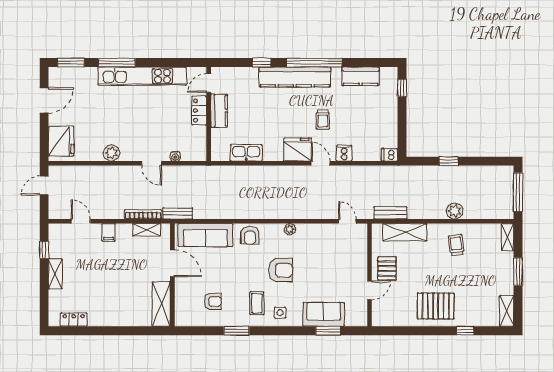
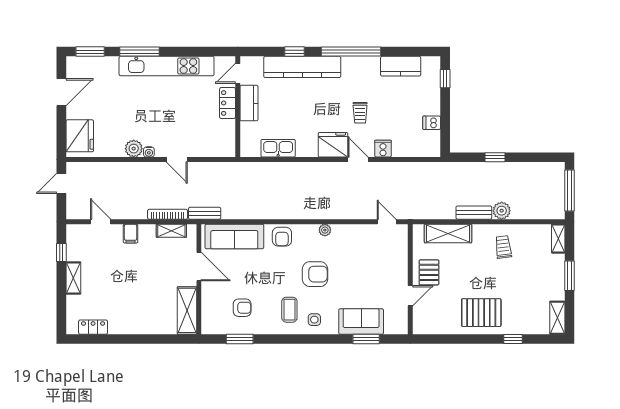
kitchen counter: (295, 77) -> (302, 67), moved
dishwasher: (390, 155) -> (432, 123), moved
water cooler: (175, 156) -> (149, 152), moved
bench: (390, 213) -> (474, 213), moved
window: (236, 331) -> (240, 339), moved

